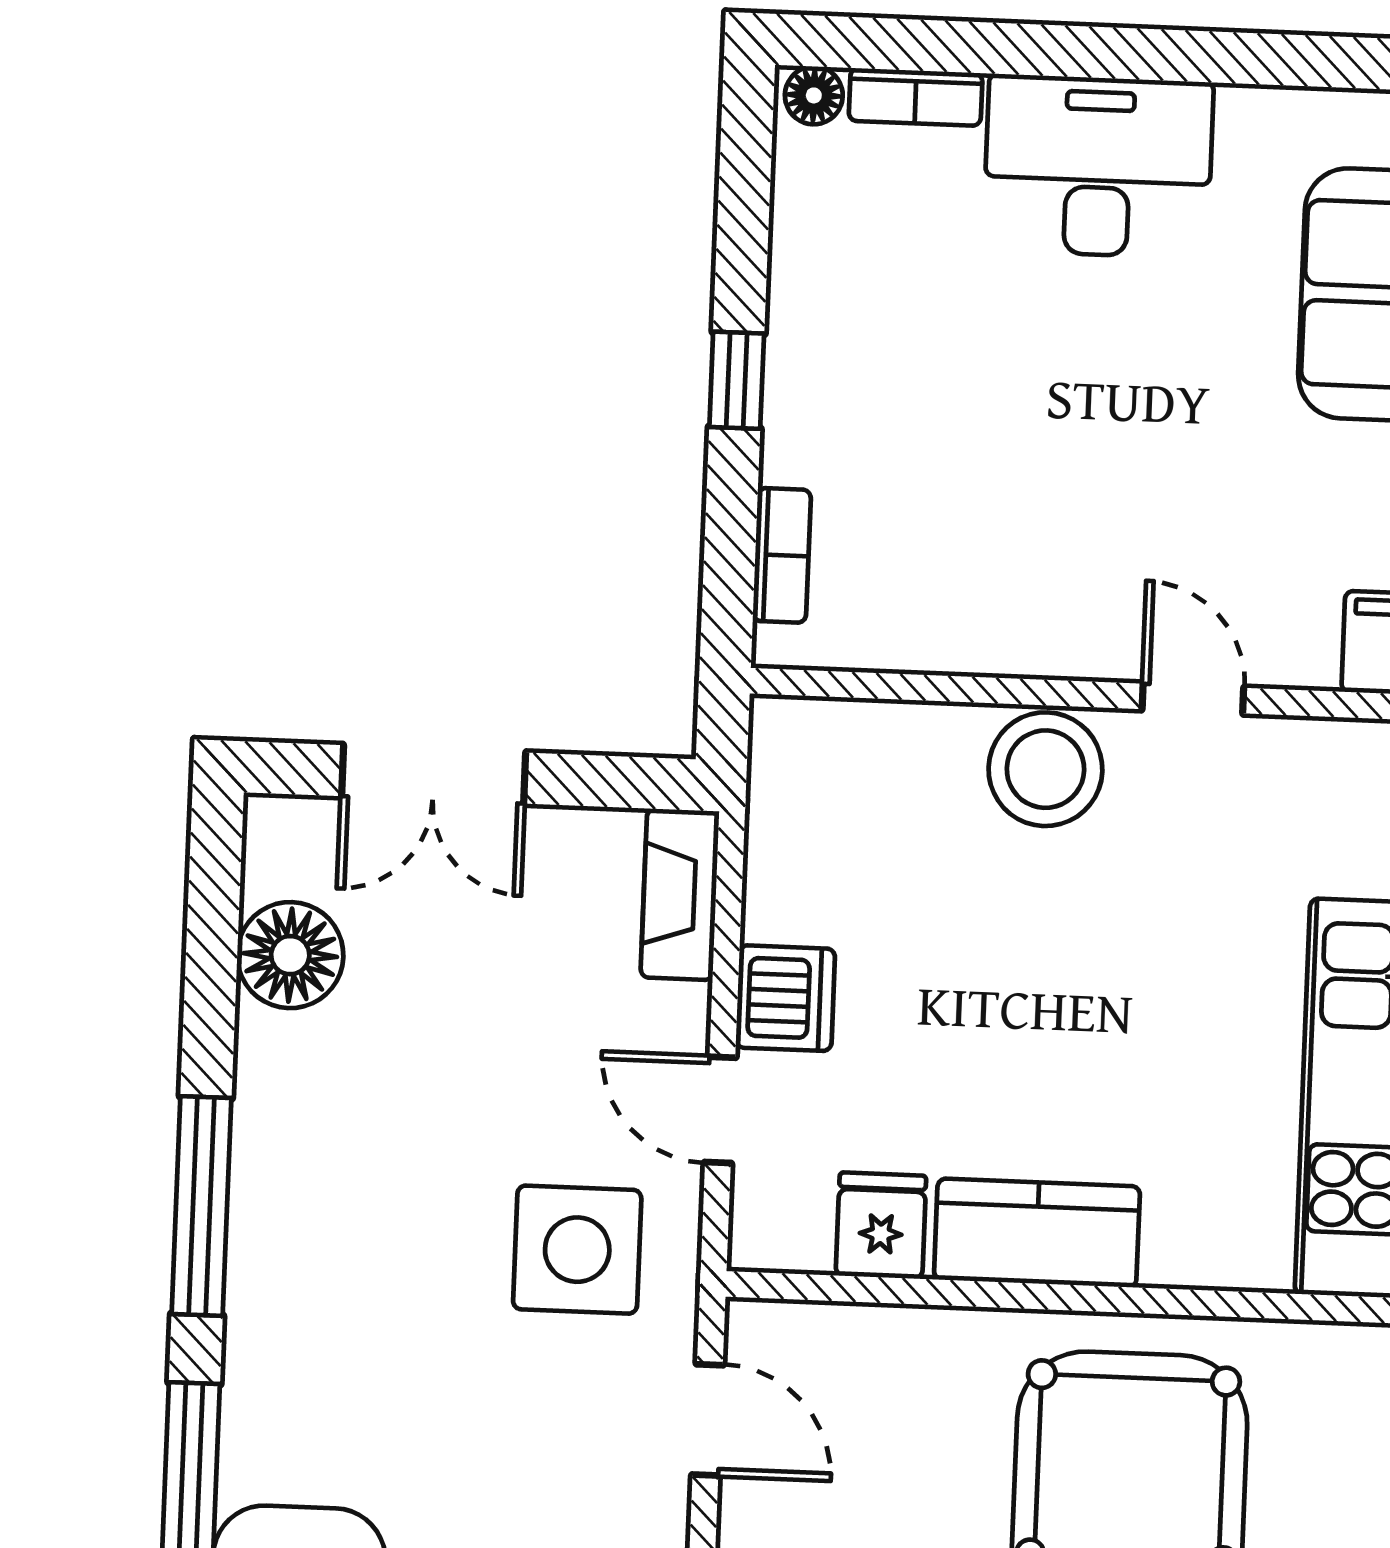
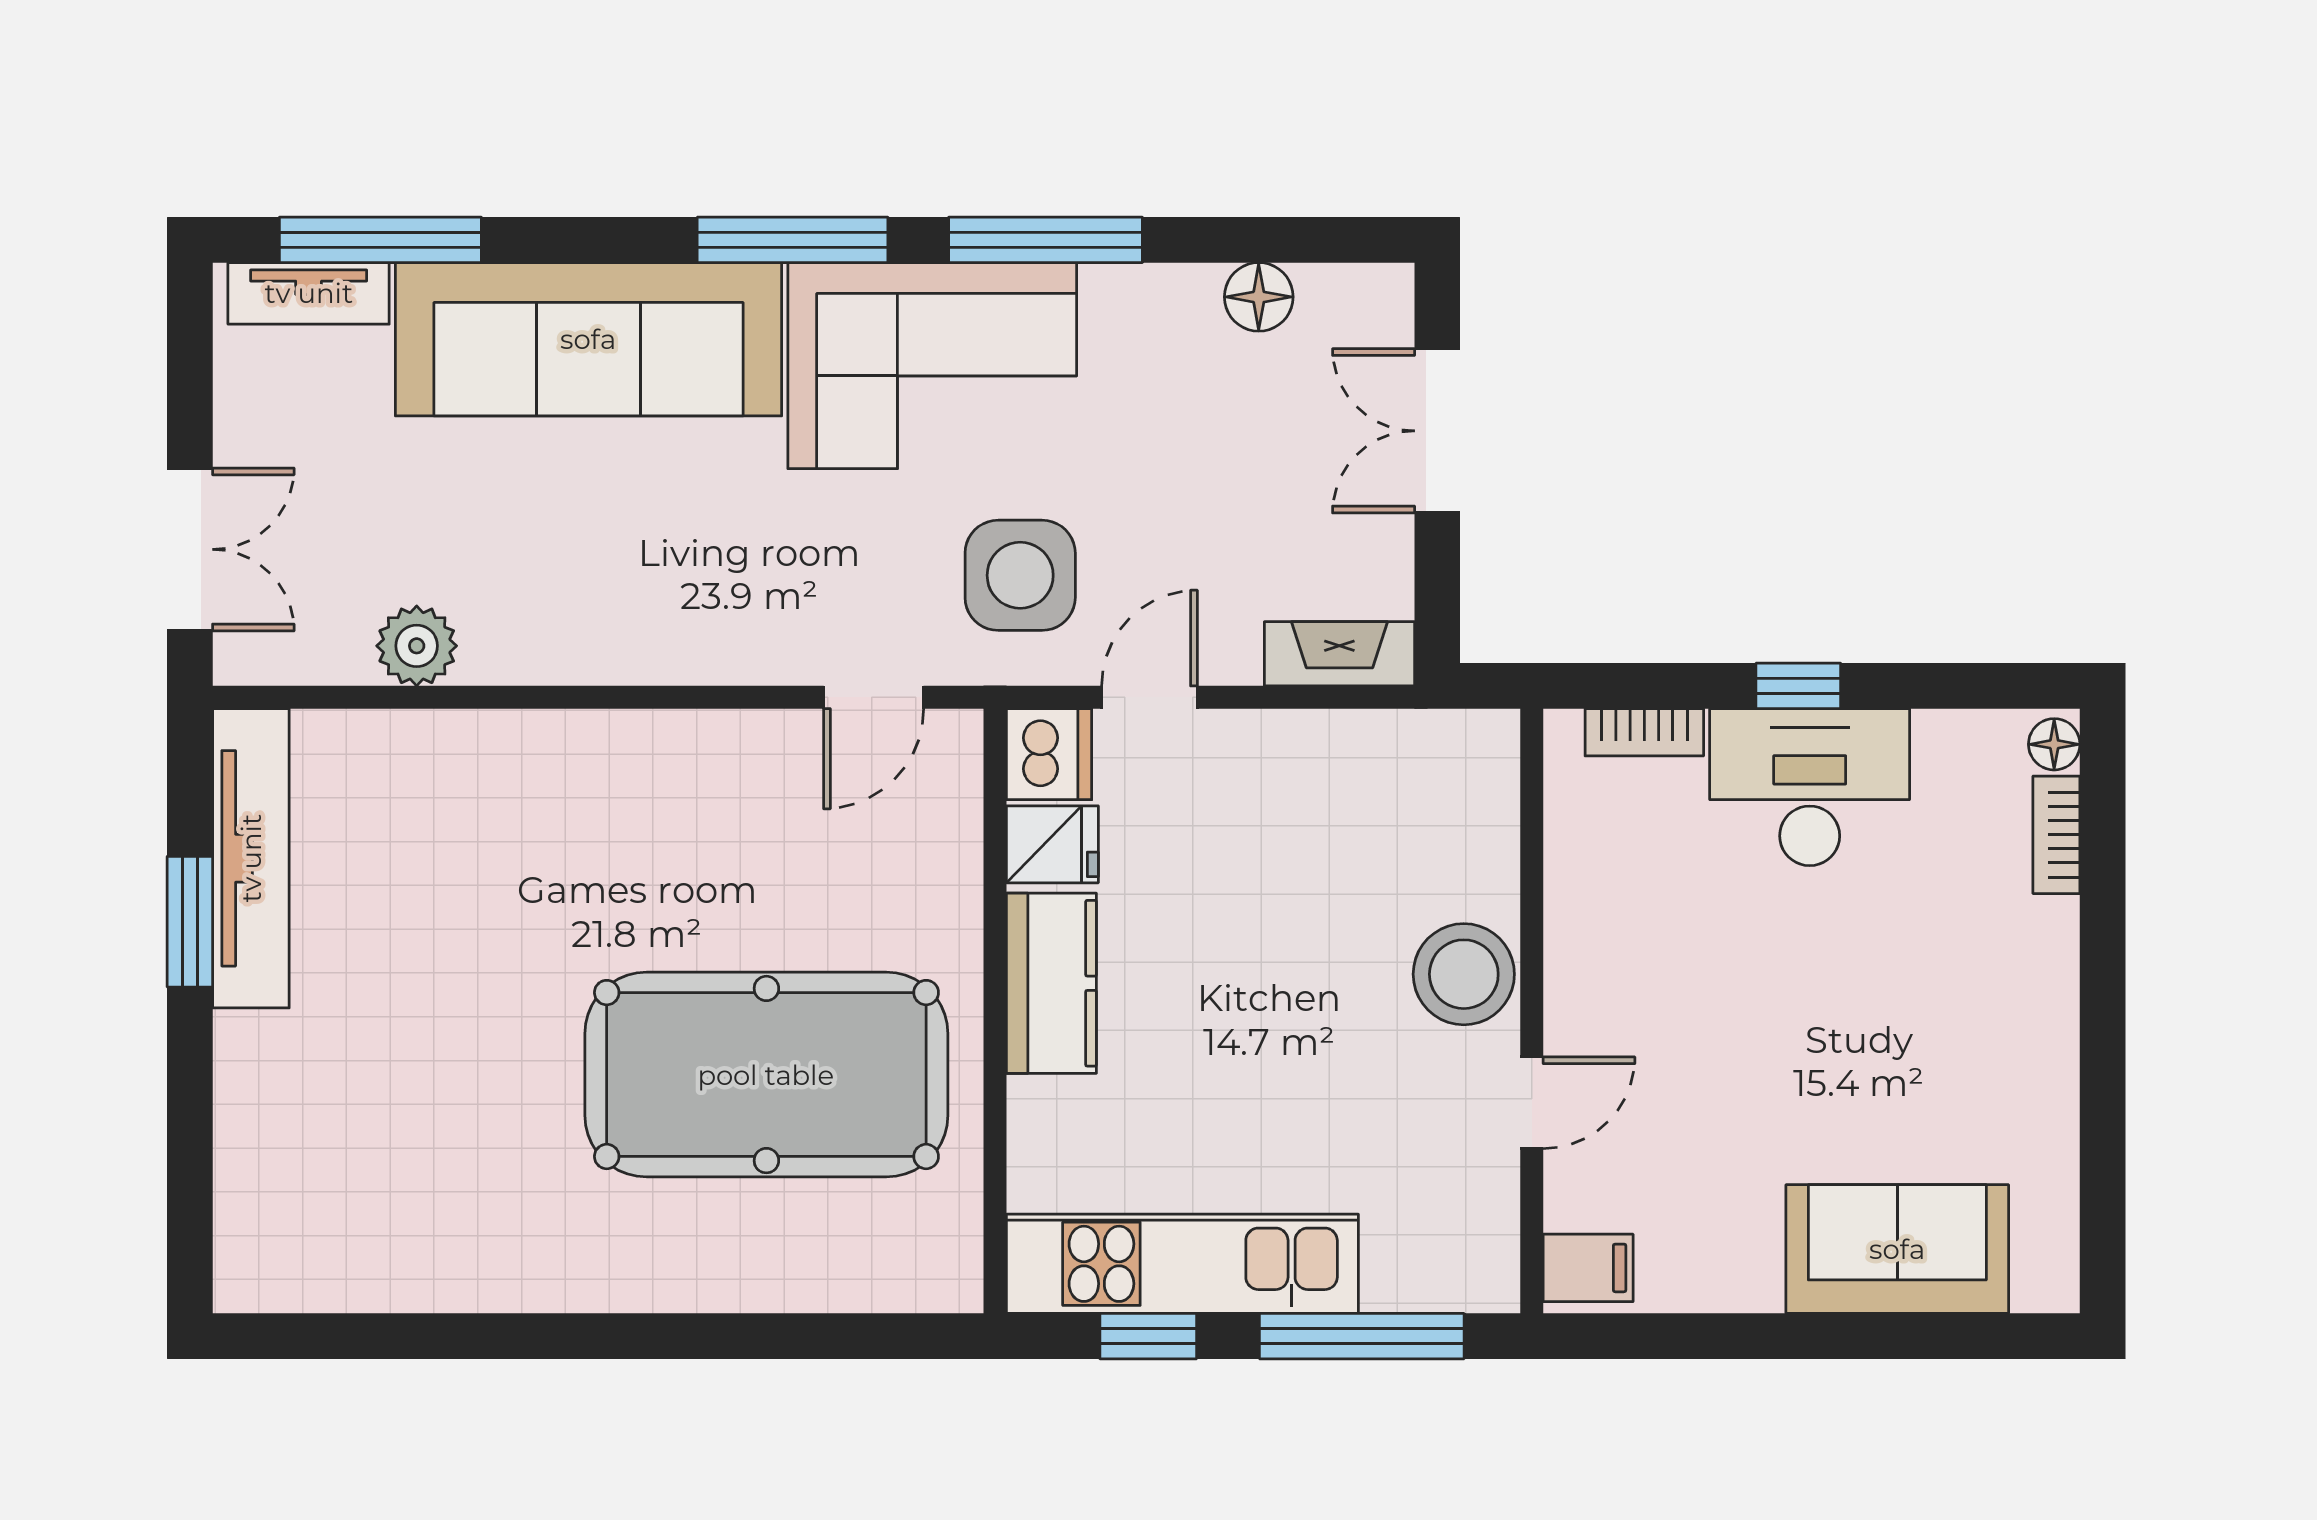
desk: (1098, 166) -> (1810, 787), moved, turned -90
floor lamp: (290, 955) -> (1259, 297), width x0.73, depth x0.73
dishwasher: (785, 998) -> (1049, 754), moved, turned -90
corner sofa: (338, 1339) -> (932, 366), added

